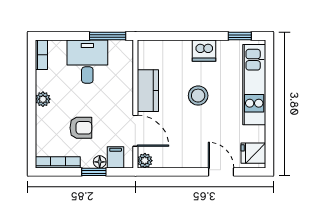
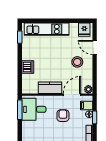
dishwasher: (204, 51) -> (28, 67), moved
desk: (87, 62) -> (34, 109), moved
stool: (198, 96) -> (77, 62), moved
armchair: (81, 128) -> (63, 116), moved
door: (221, 172) -> (95, 47), hinge flipped

